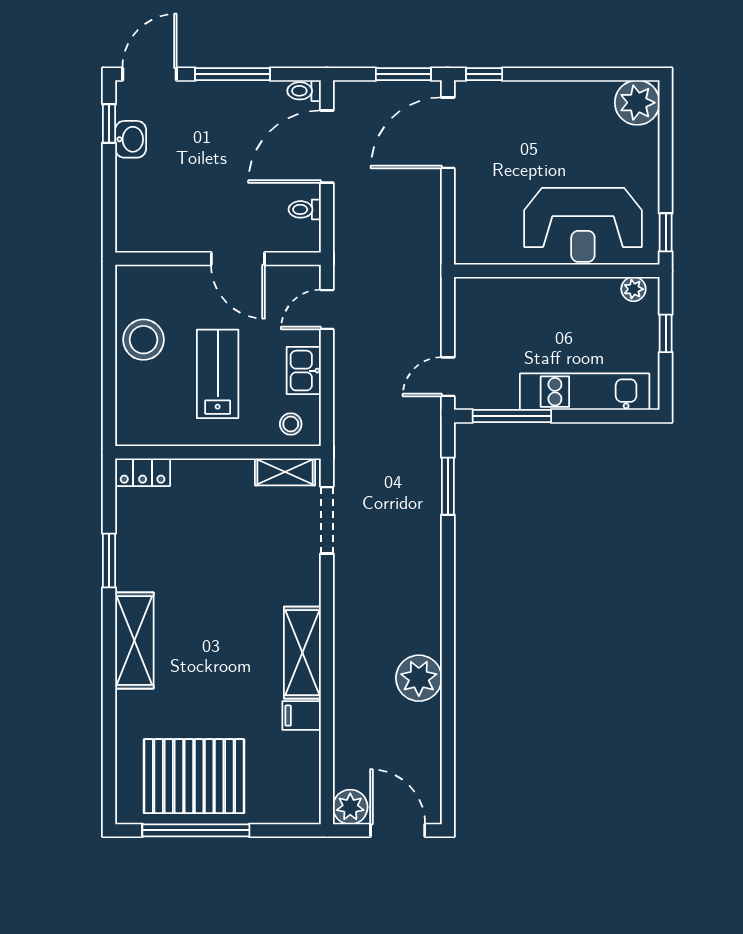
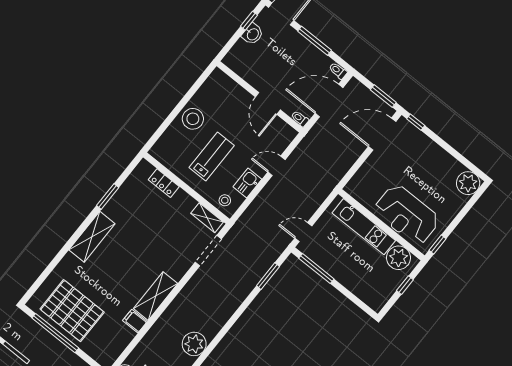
wall: (218, 259) -> (260, 97), moved
door: (238, 259) -> (268, 103), moved
plant: (633, 289) -> (399, 258), width x1.87, depth x1.87
kitchen unit: (585, 392) -> (364, 227), moved, turned 180
locker: (143, 472) -> (164, 183), moved

